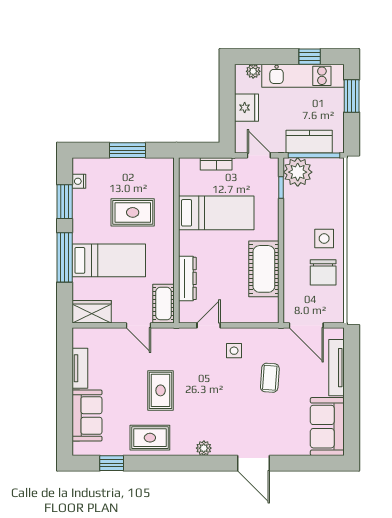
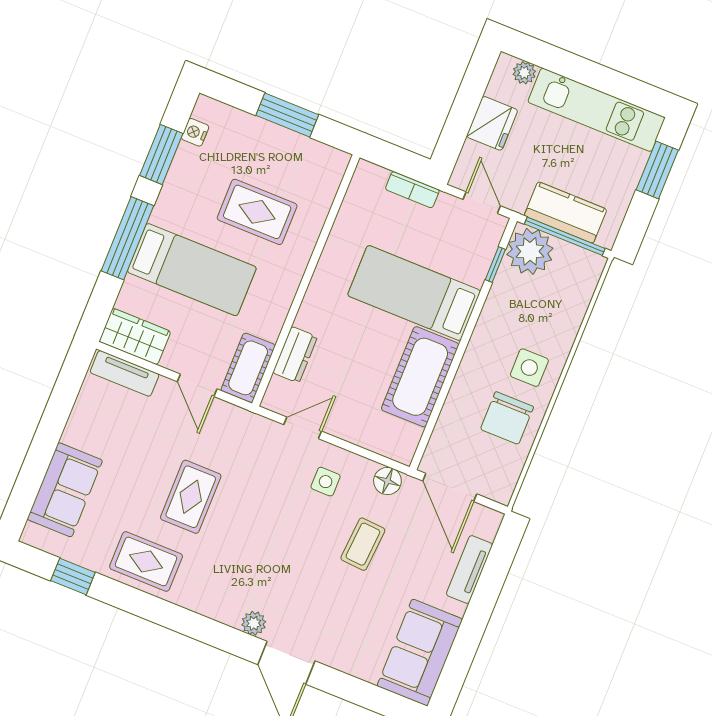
window: (310, 57) -> (618, 85), removed
bed: (216, 213) -> (414, 293), moved, turned 180
dresser: (187, 278) -> (295, 355), width x0.70
floor lamp: (269, 336) -> (387, 481), added
tv unit: (80, 368) -> (125, 373), moved, turned 90
tv unit: (336, 368) -> (469, 569), width x0.71
plant: (204, 448) -> (254, 623), moved

